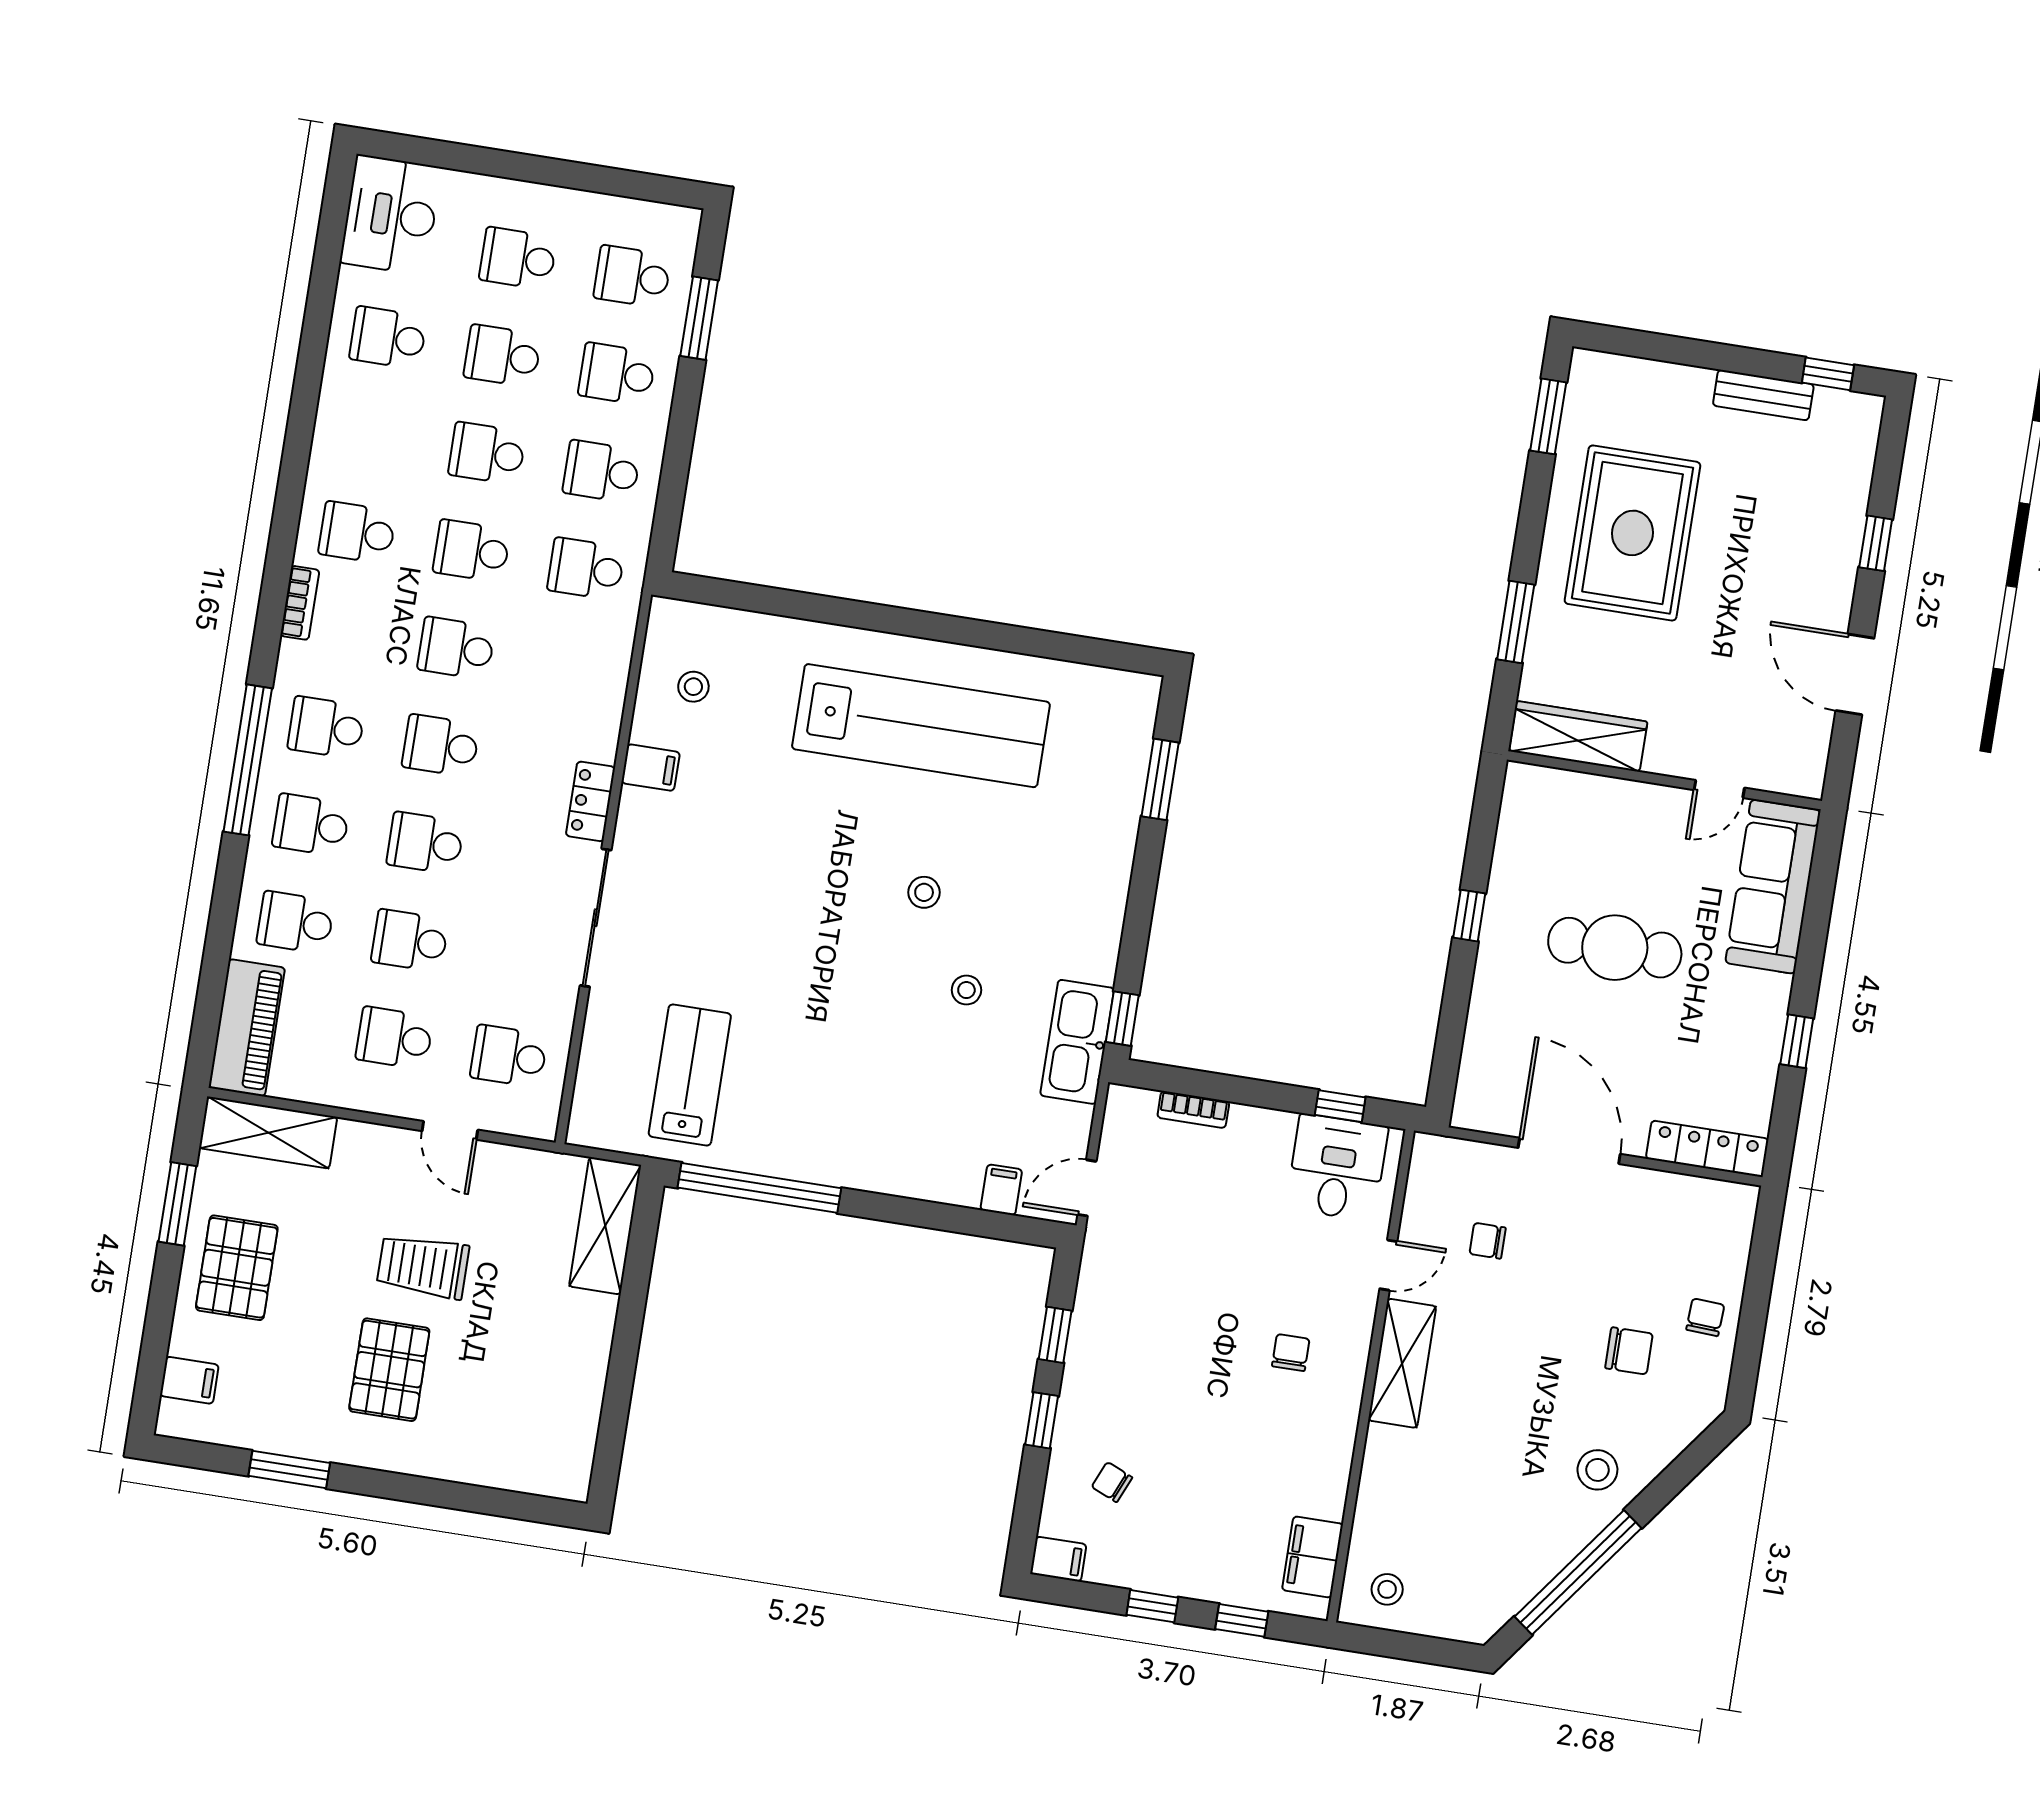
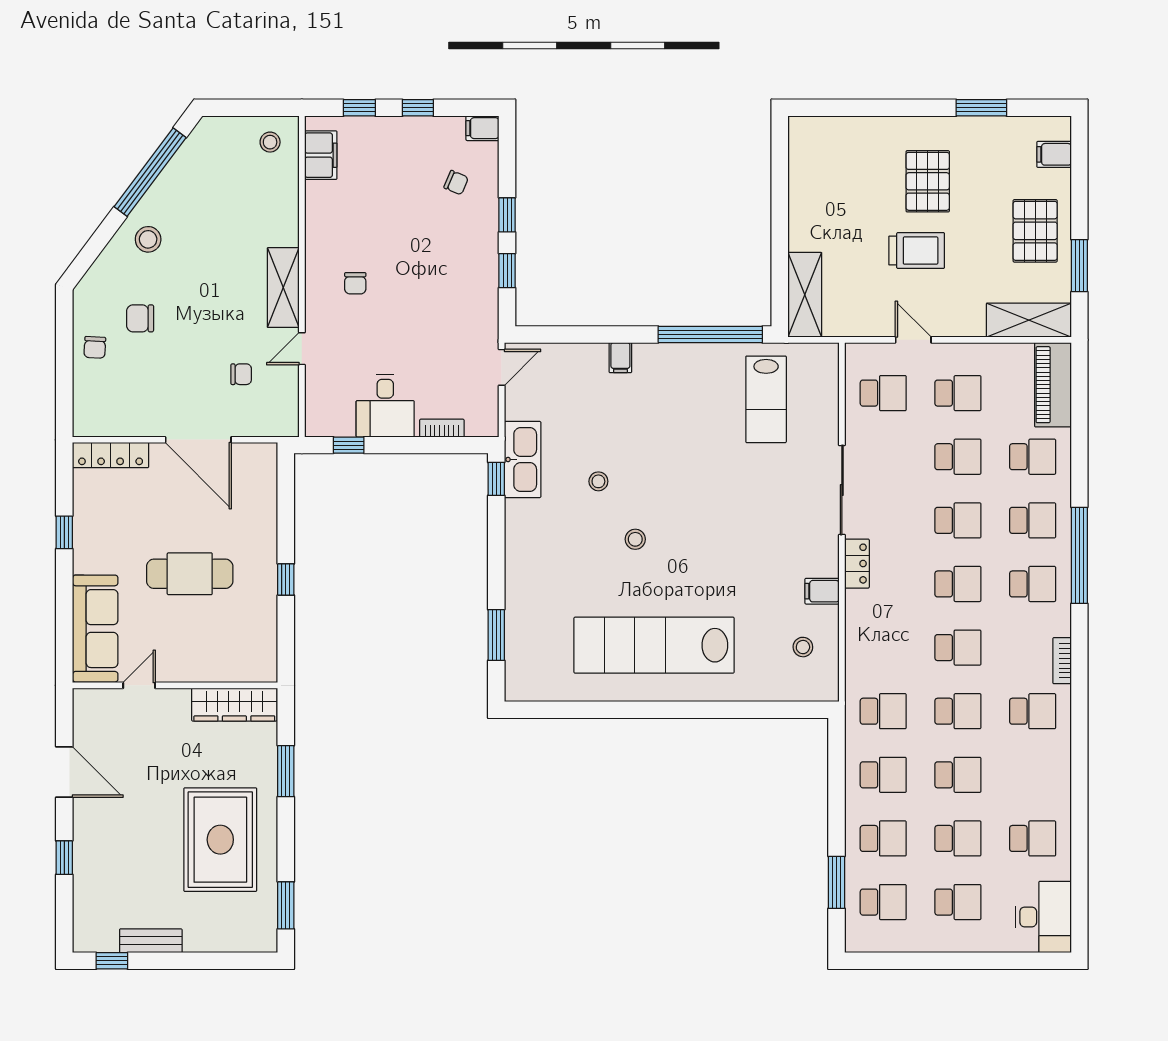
desk: (1337, 1168) -> (385, 406), moved
filing cabinet: (1001, 1190) -> (620, 358), moved

